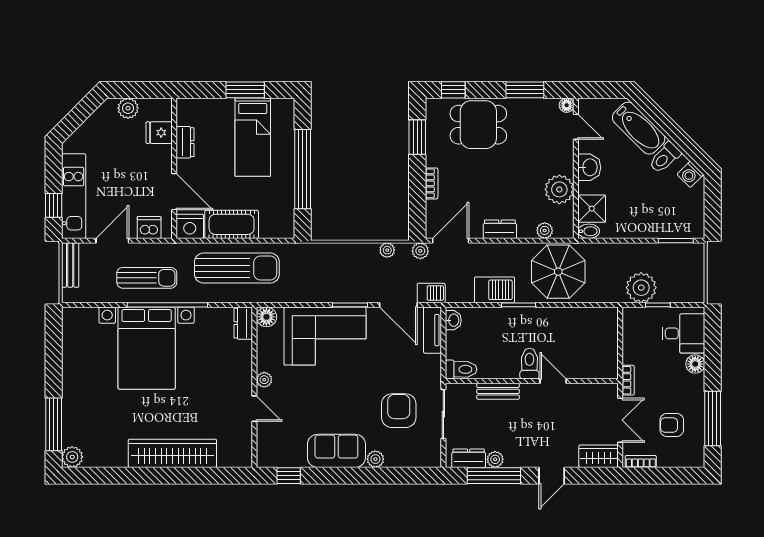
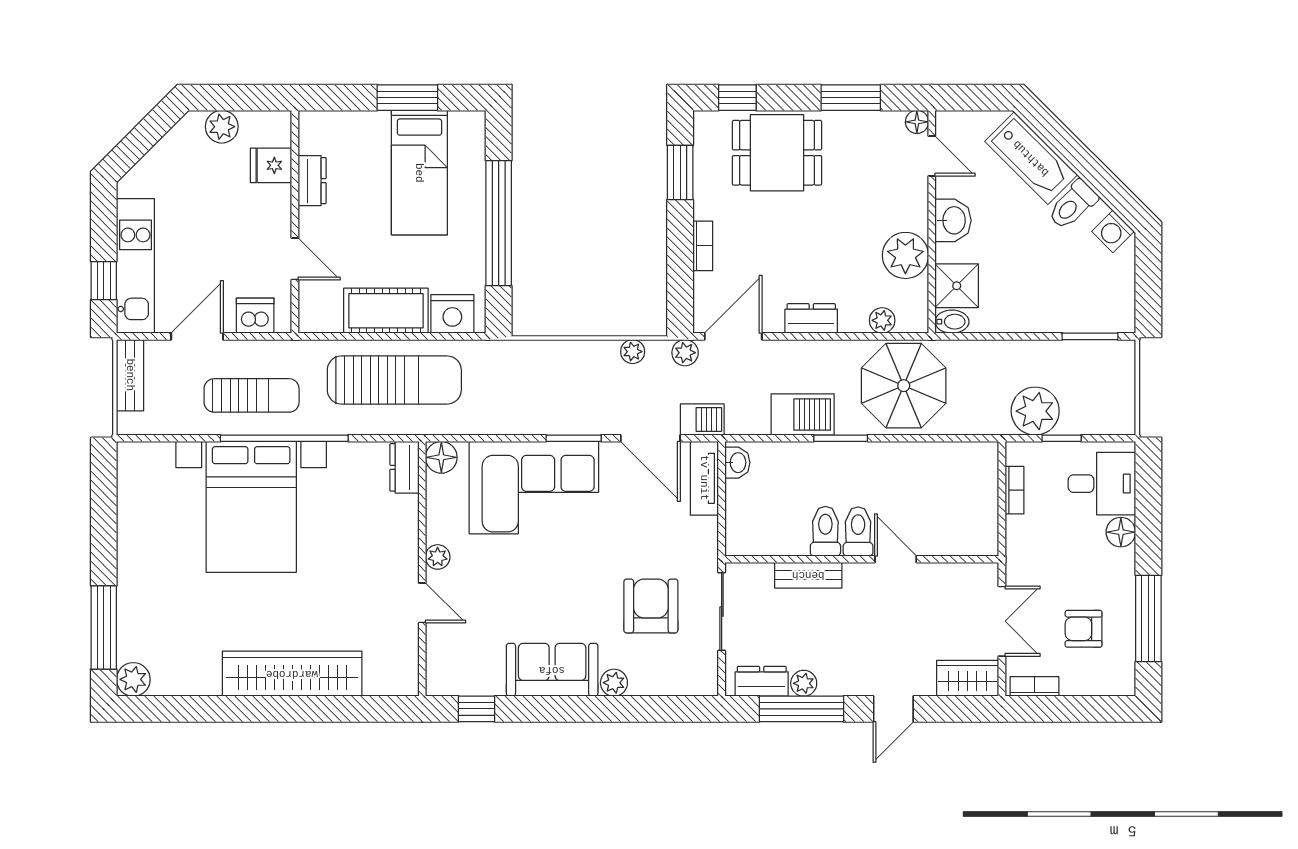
door: (174, 192) -> (295, 259), width x0.73
nightstand: (190, 226) -> (452, 314), moved
toilet: (461, 369) -> (825, 531), moved, turned -90
bookcase: (628, 380) -> (1014, 490), moved

